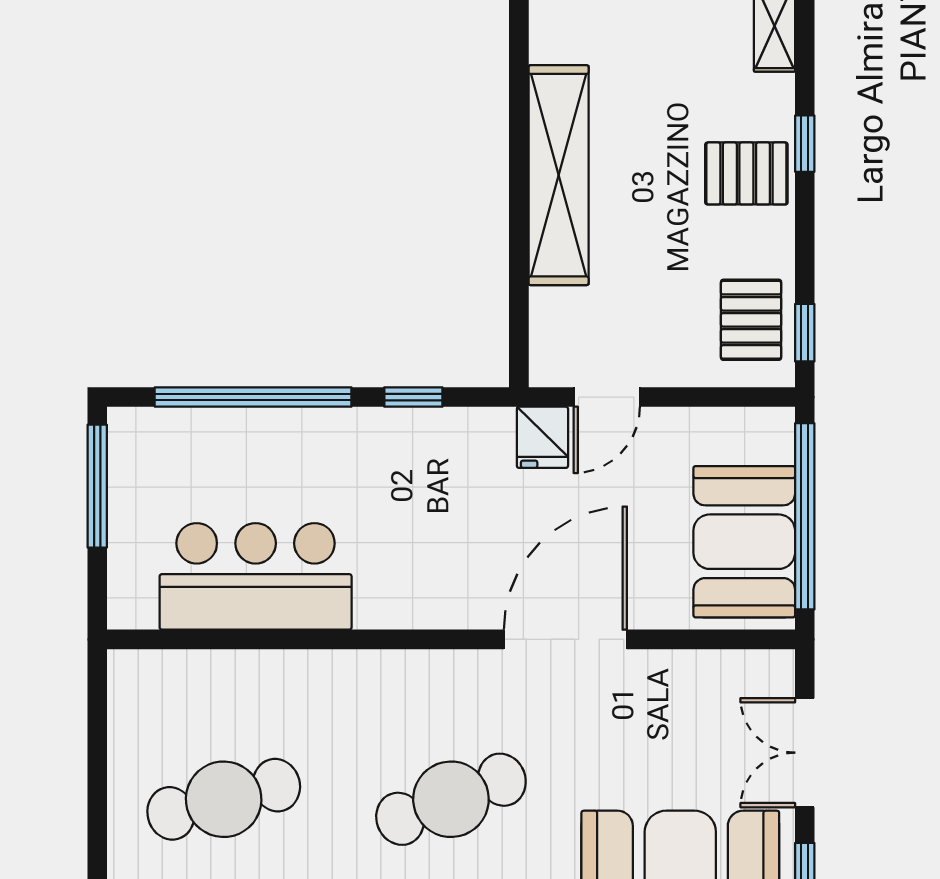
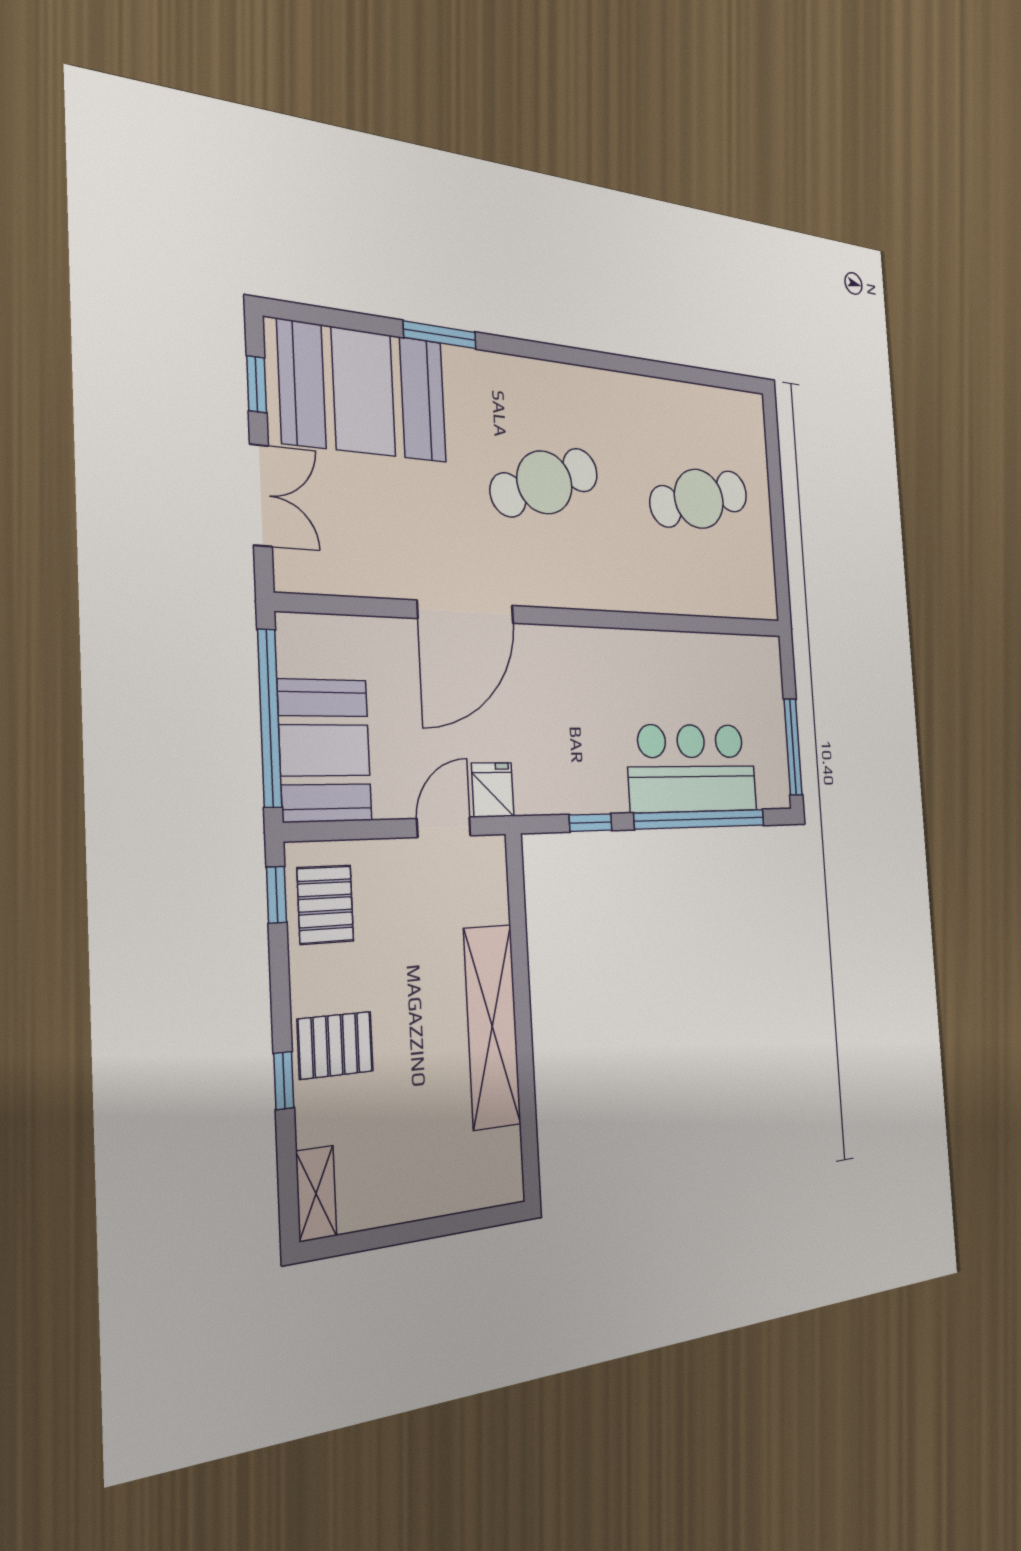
booth: (744, 542) -> (325, 750), moved
bar counter: (256, 576) -> (692, 768), moved, turned 180

